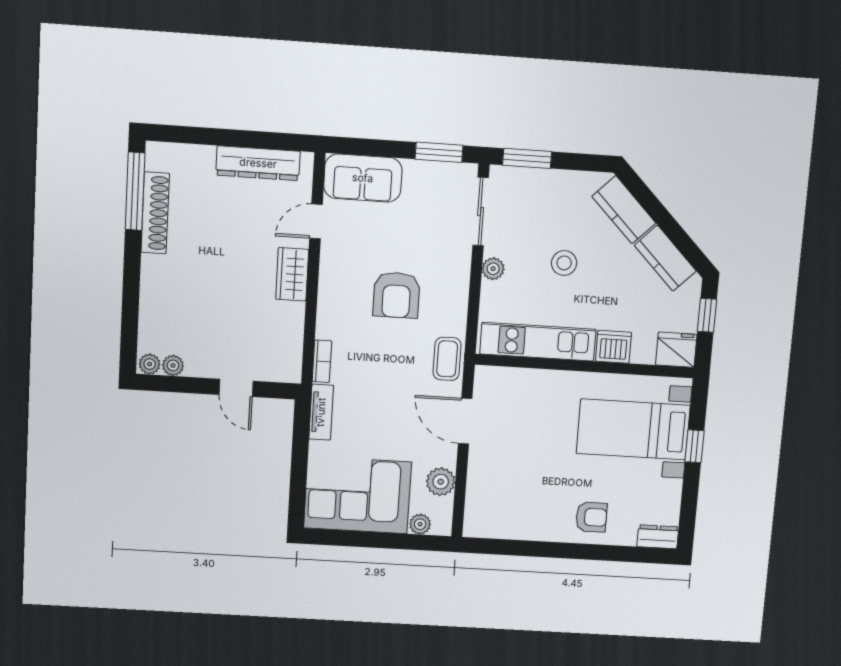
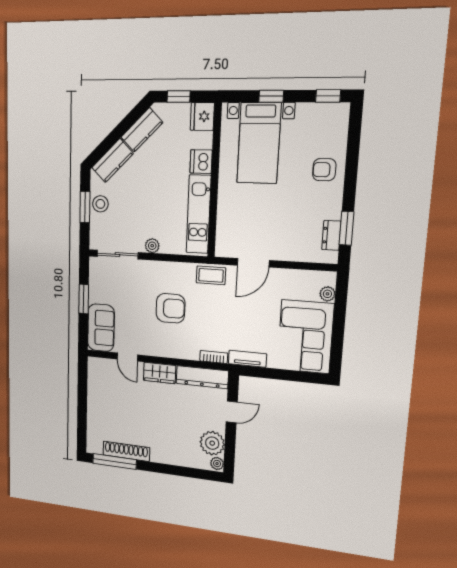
window: (439, 152) -> (84, 299), moved
window: (527, 158) -> (85, 207), moved
dresser: (258, 163) -> (202, 377), moved, turned 90
stool: (564, 263) -> (100, 204), moved
plant: (173, 365) -> (212, 443), width x1.88, depth x1.88
plant: (441, 482) -> (296, 279), removed
armchair: (591, 517) -> (324, 170), turned -90
window: (687, 520) -> (328, 96), added
dresser: (658, 537) -> (331, 235), moved
window: (511, 547) -> (347, 228), added

